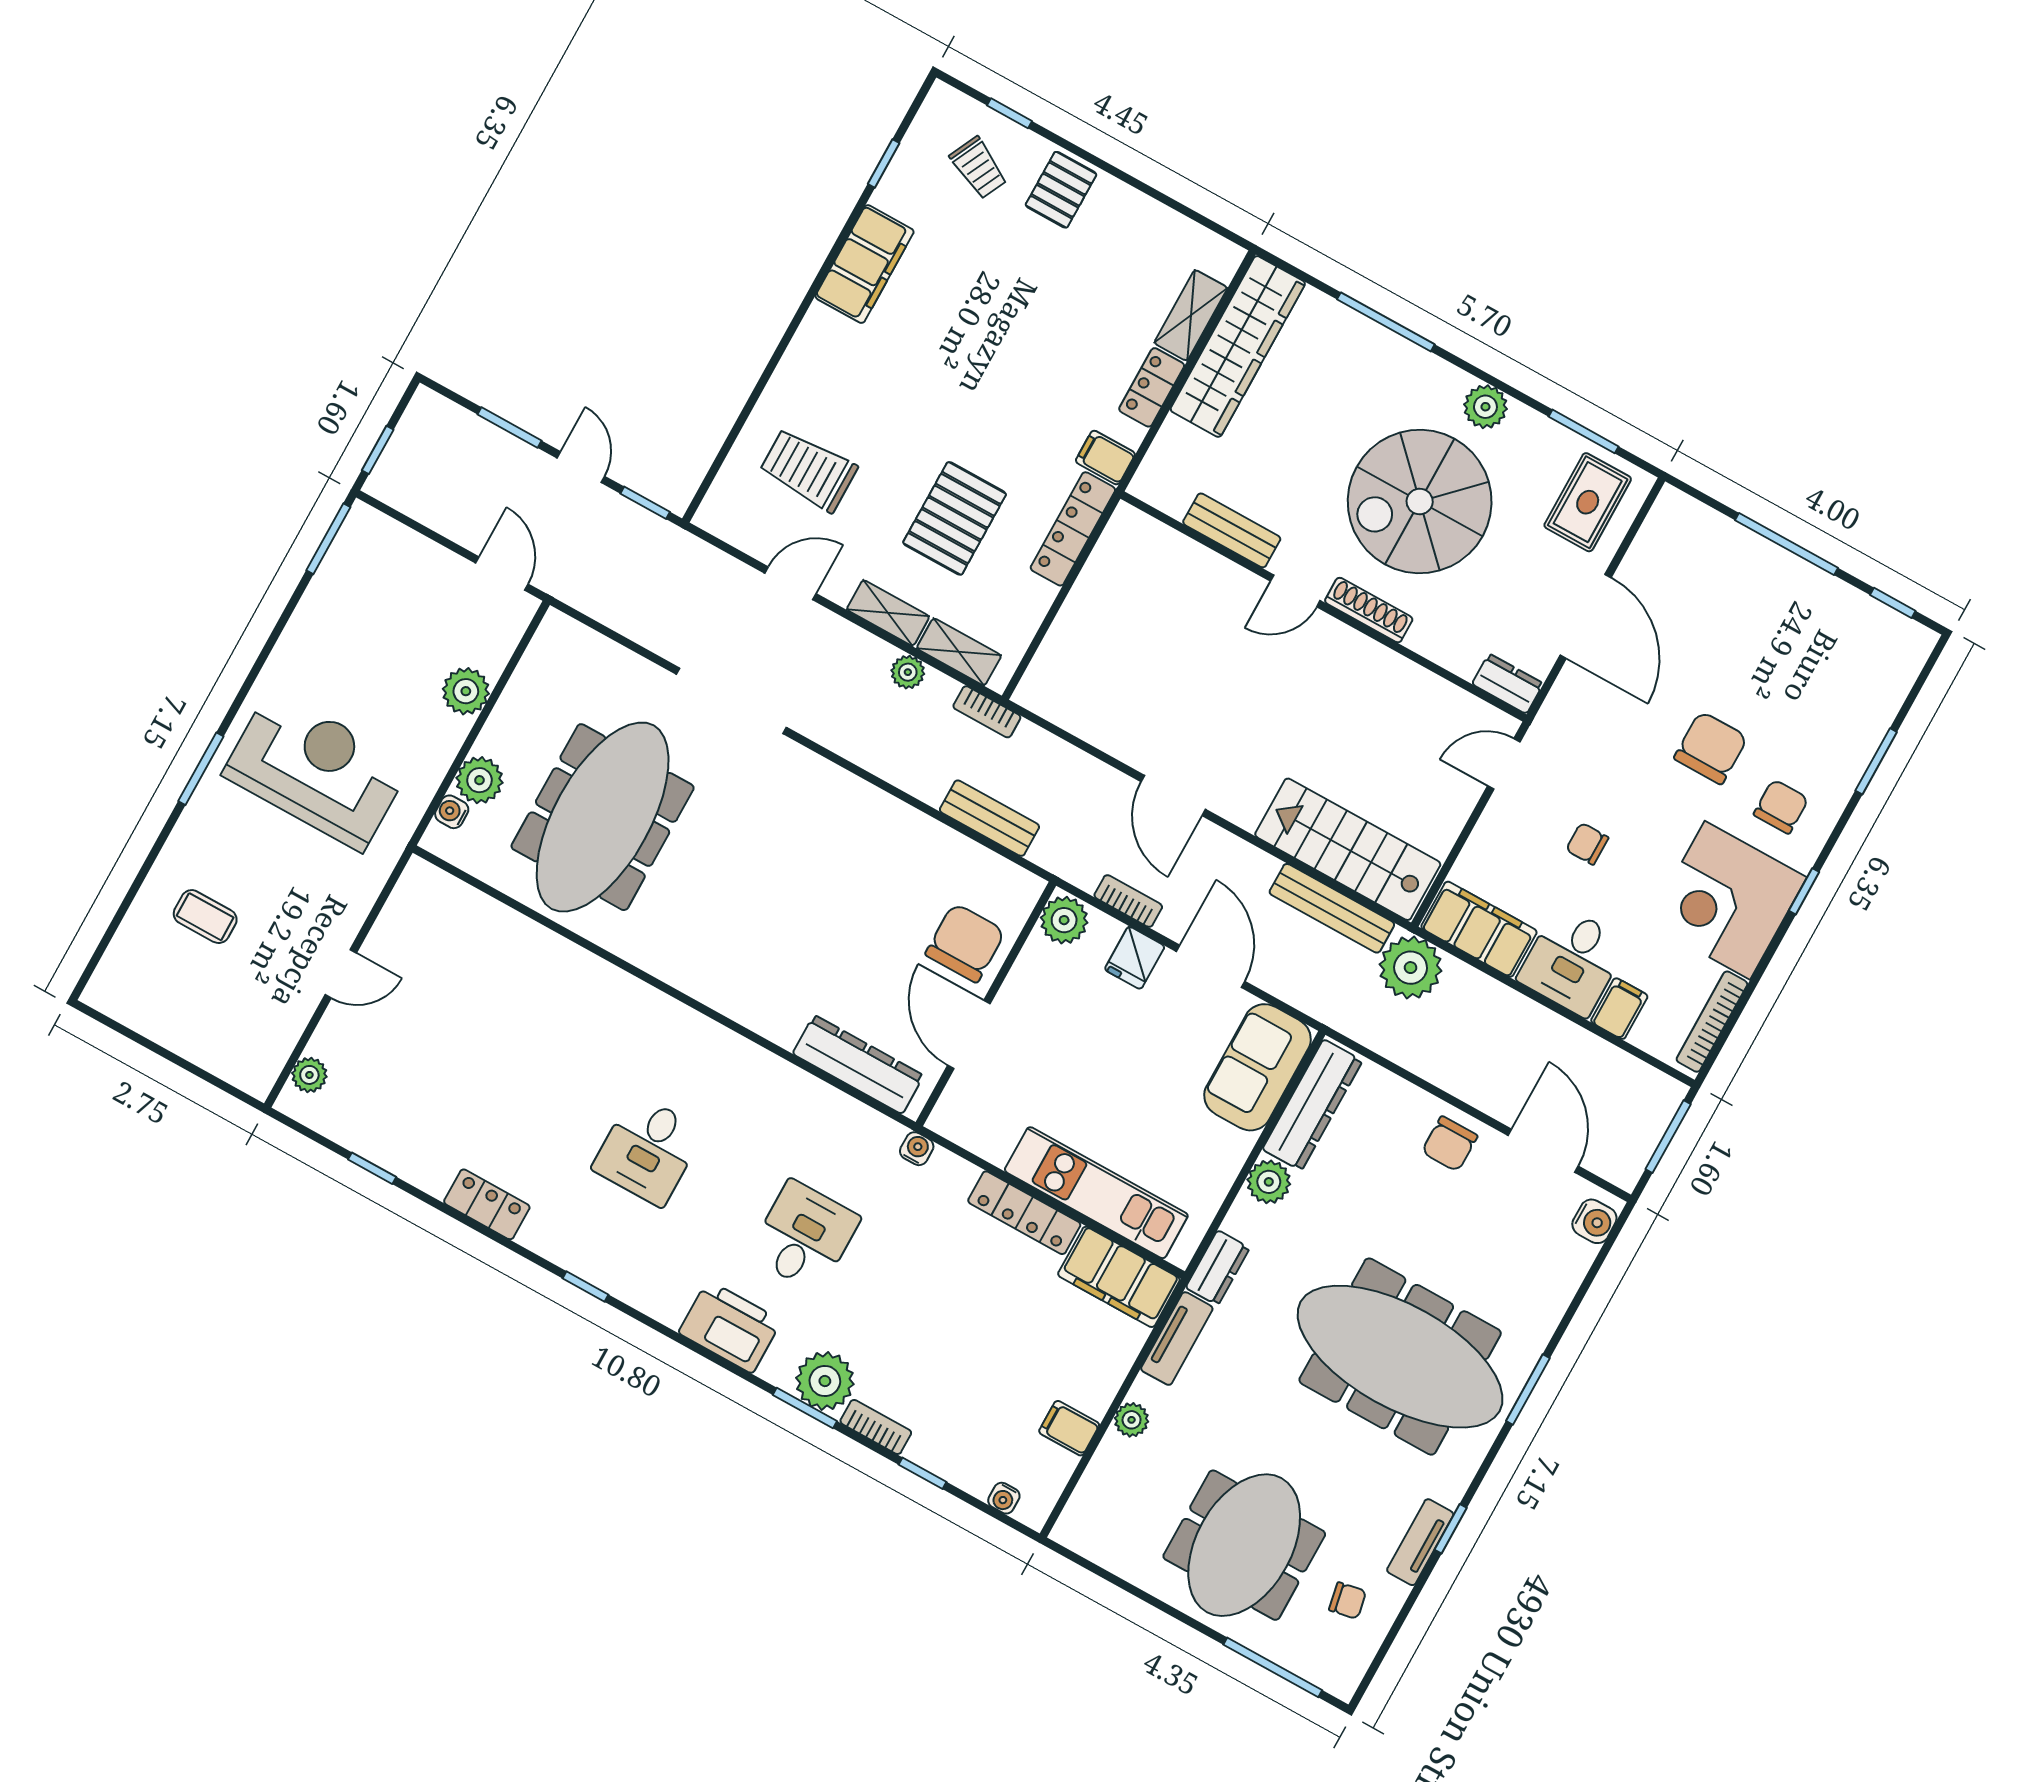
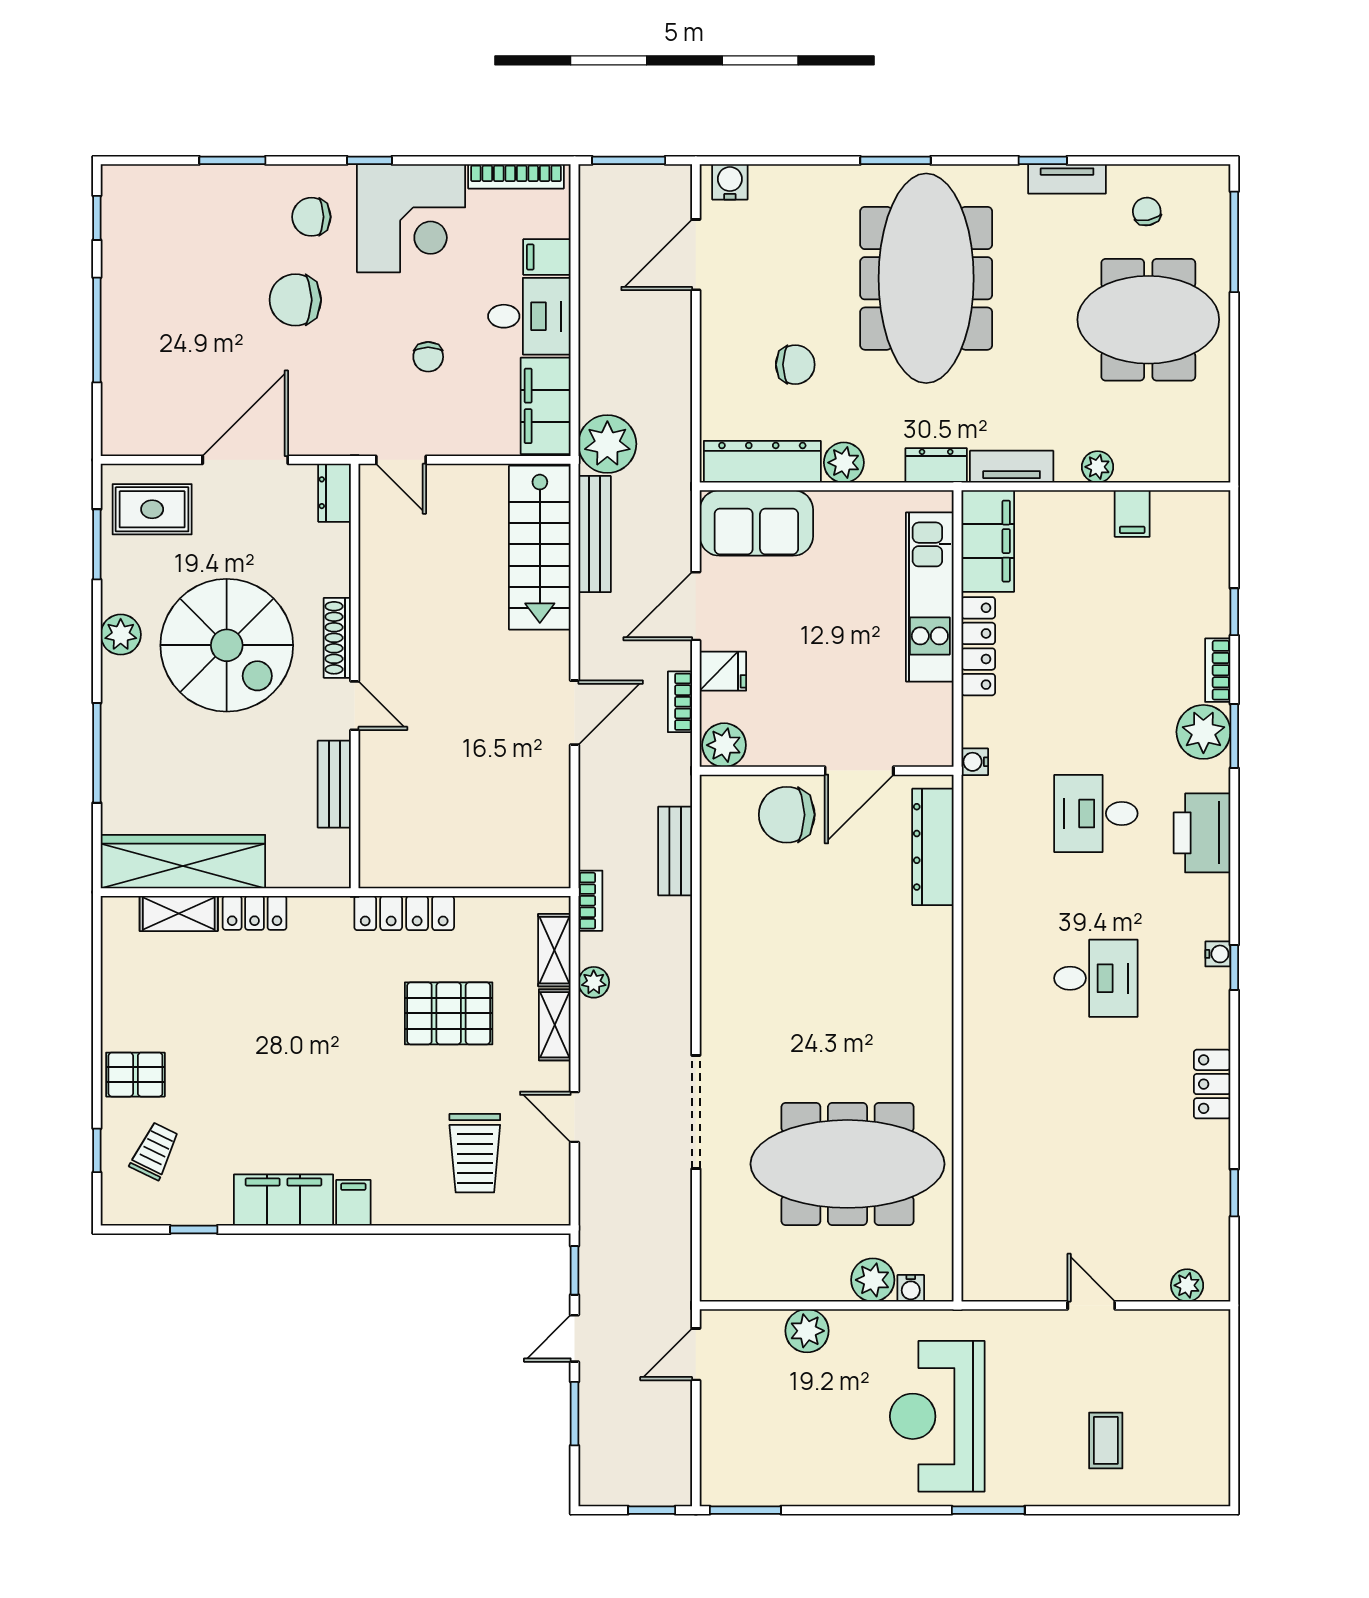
filing cabinet: (1105, 458) -> (353, 1203), moved, turned 180
chair: (1450, 1144) -> (795, 365), moved
water cooler: (1004, 1498) -> (1218, 954), moved

